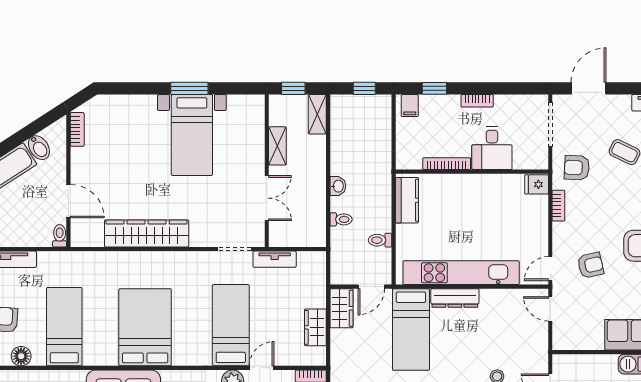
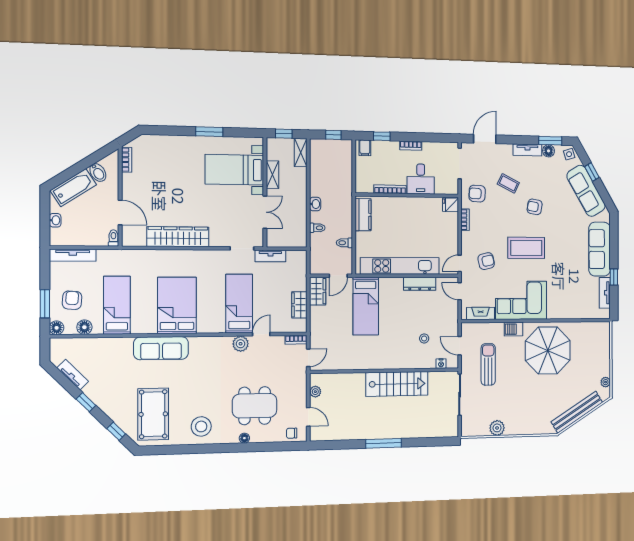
bed with nightstands: (192, 135) -> (234, 170), moved, turned 90
dresser: (455, 298) -> (420, 284), moved
fireplace: (582, 341) -> (481, 313), added

